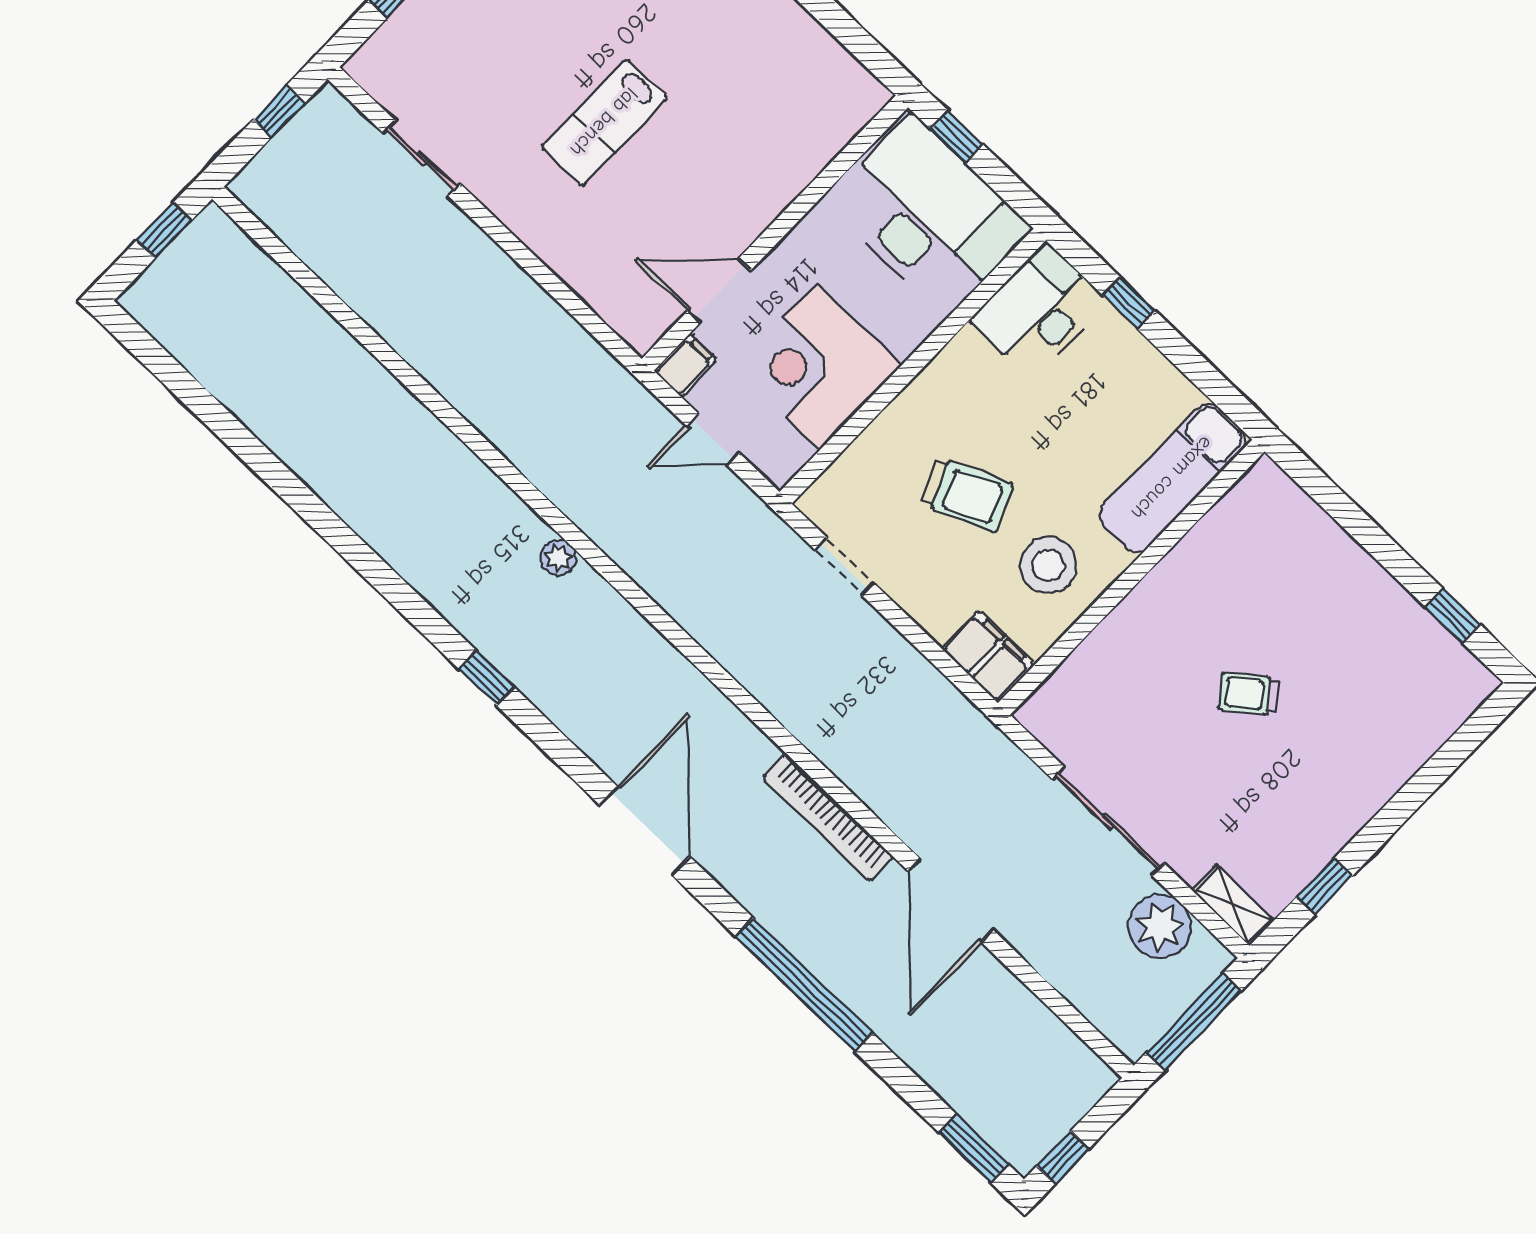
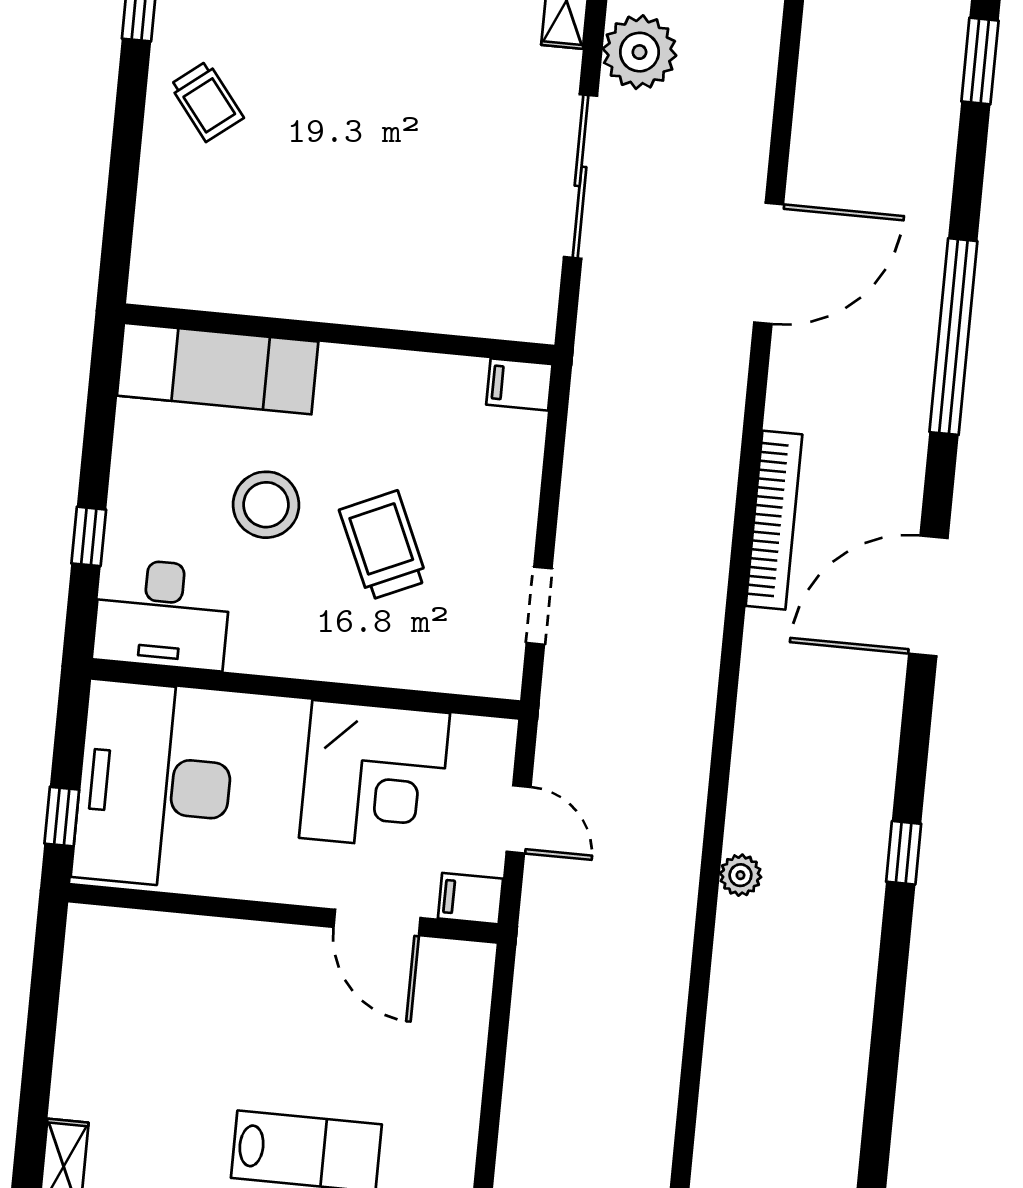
stool: (1048, 565) -> (266, 505), moved
filing cabinet: (988, 657) -> (519, 384), width x0.50
trolley: (1249, 694) -> (207, 101), moved
bookcase: (828, 817) -> (774, 520), moved

